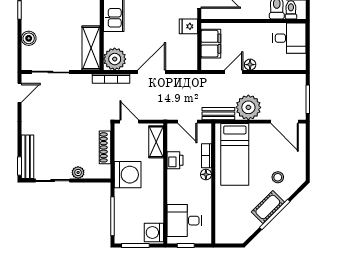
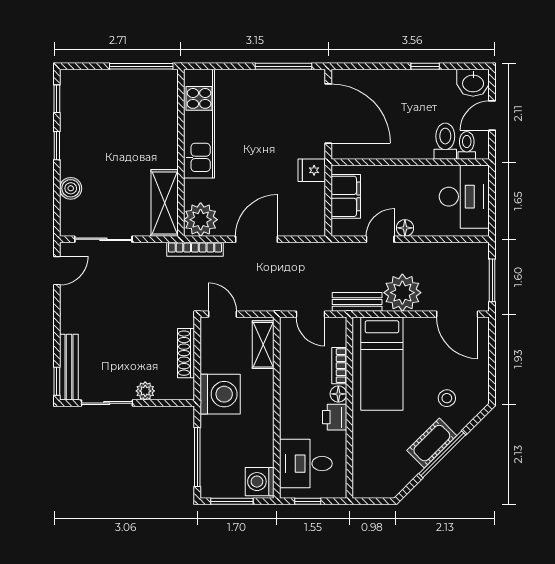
desk: (289, 38) -> (464, 197), width x1.37
printer: (175, 160) -> (335, 417), moved, turned 180

